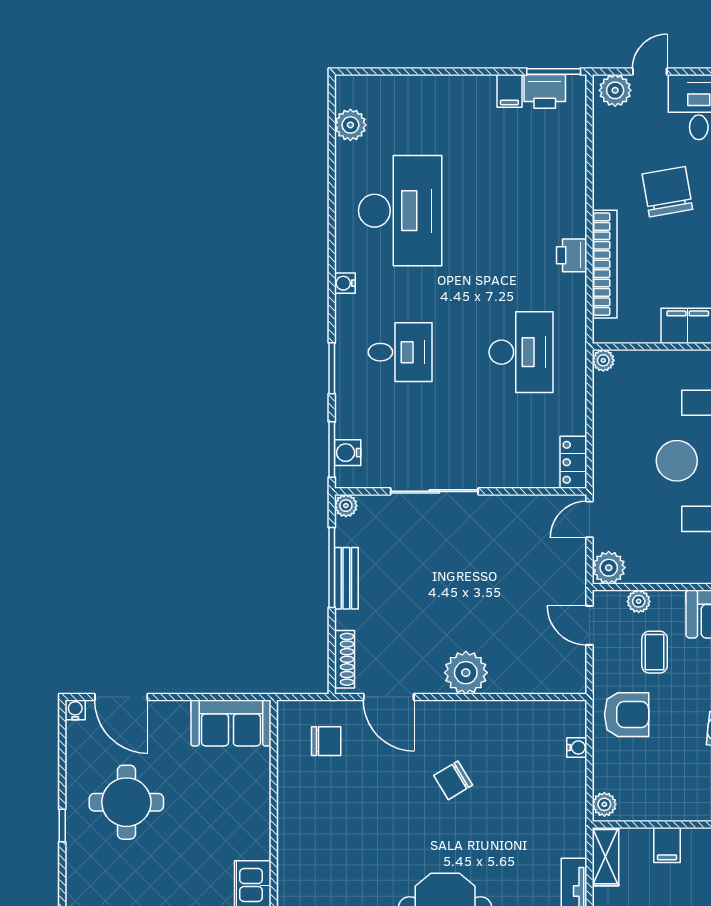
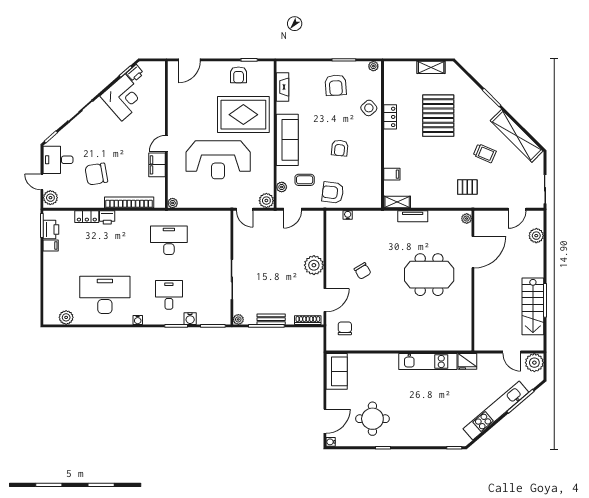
printer: (572, 255) -> (107, 217), moved
water cooler: (348, 453) -> (190, 319), moved
locker: (573, 462) -> (87, 217), moved
armchair: (627, 715) -> (333, 192), turned -83
plant: (604, 804) -> (373, 203), removed

